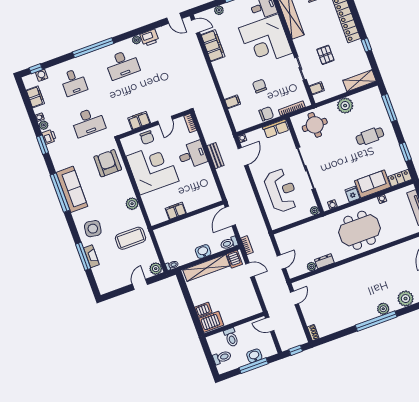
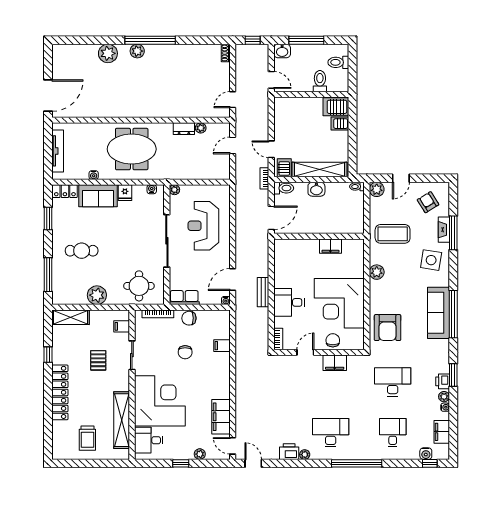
armchair: (112, 273) -> (428, 202), added
washbasin: (254, 356) -> (282, 51), moved

